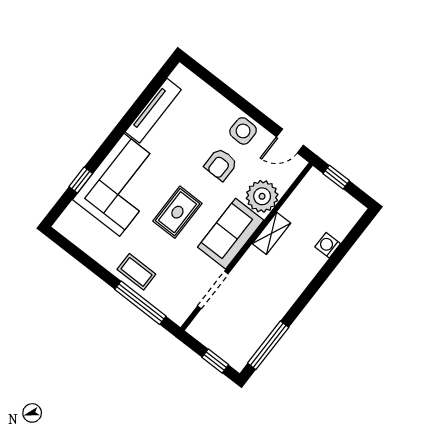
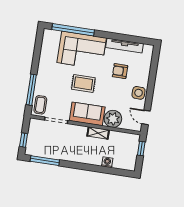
armchair: (221, 164) -> (120, 71), moved
window: (81, 180) -> (73, 30), width x3.17
coffee table: (136, 272) -> (40, 105), moved

